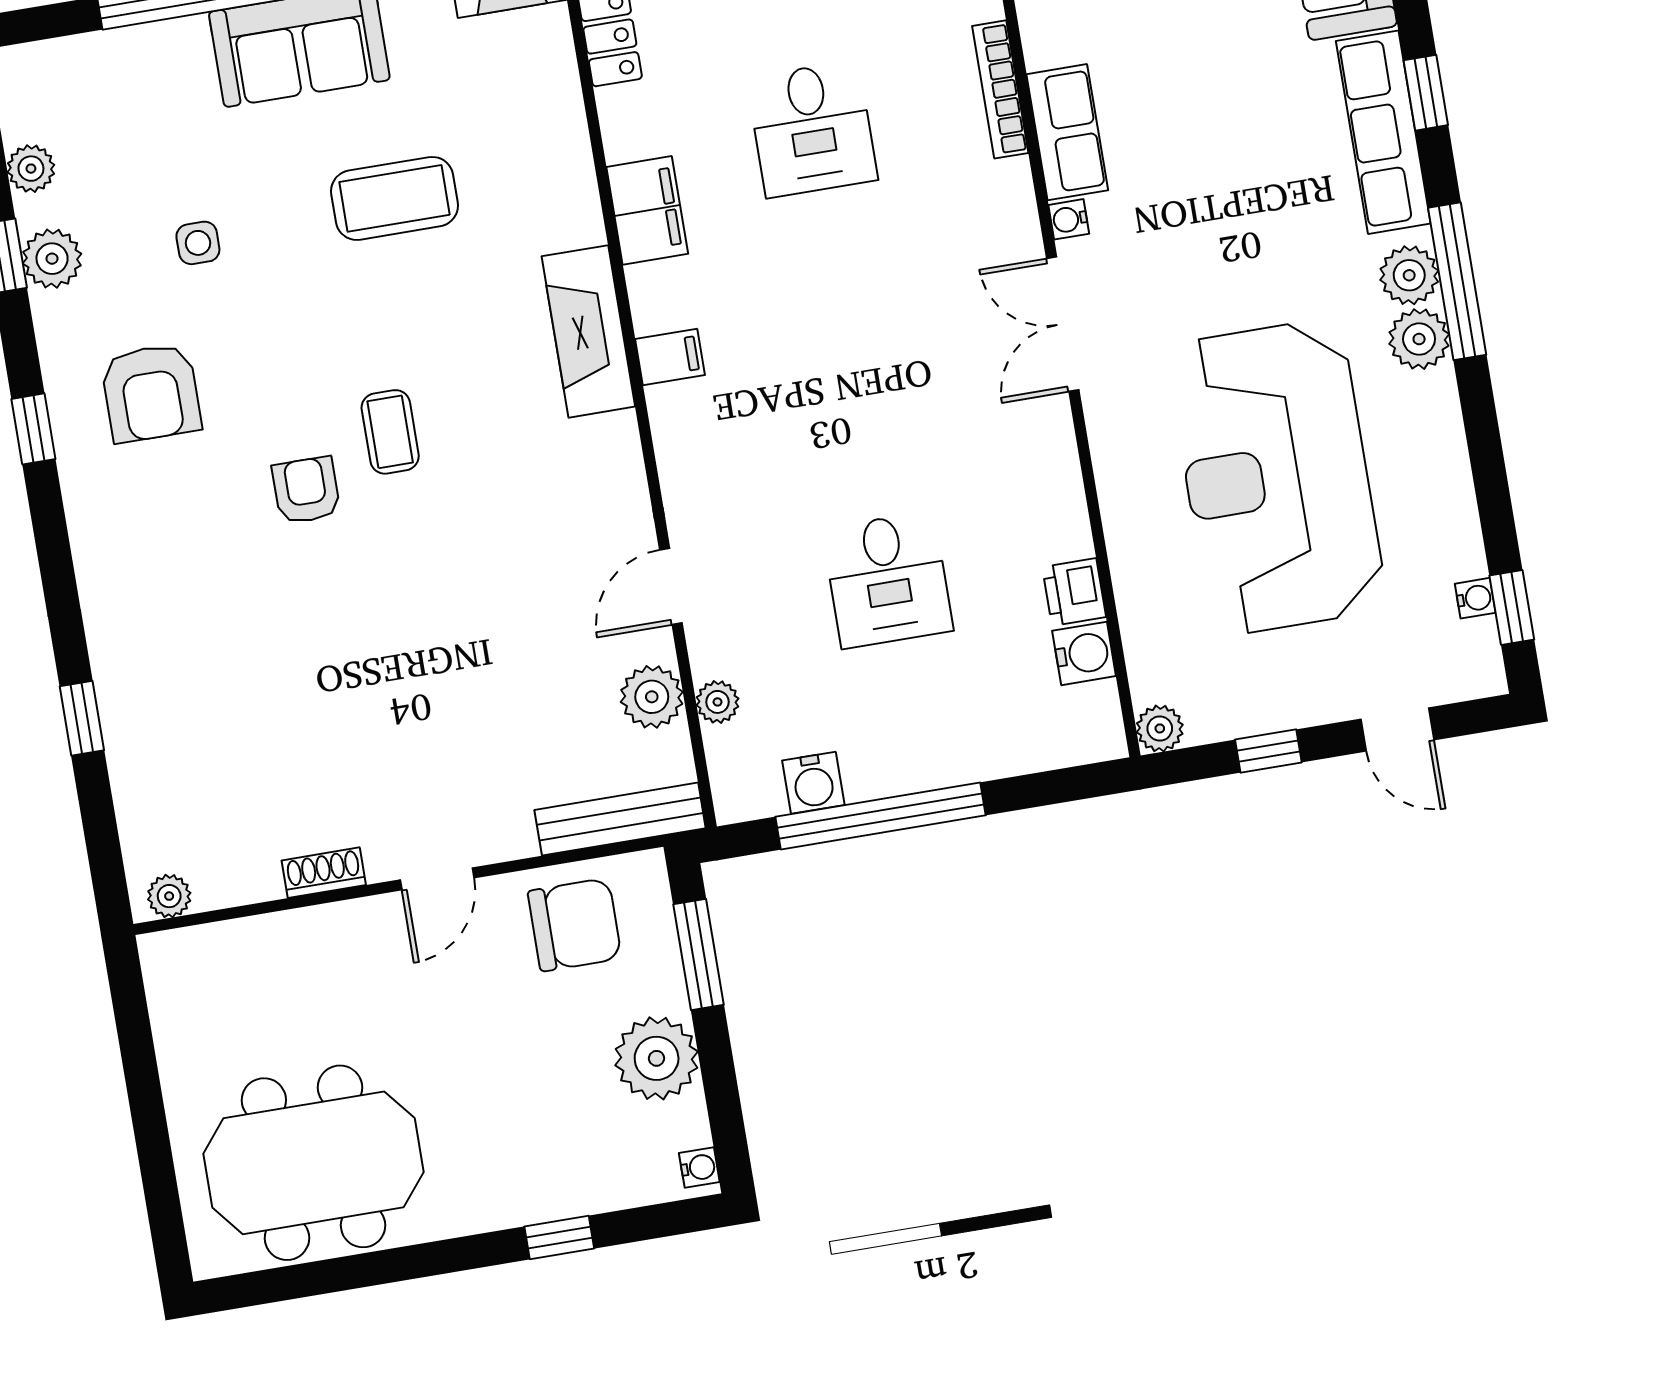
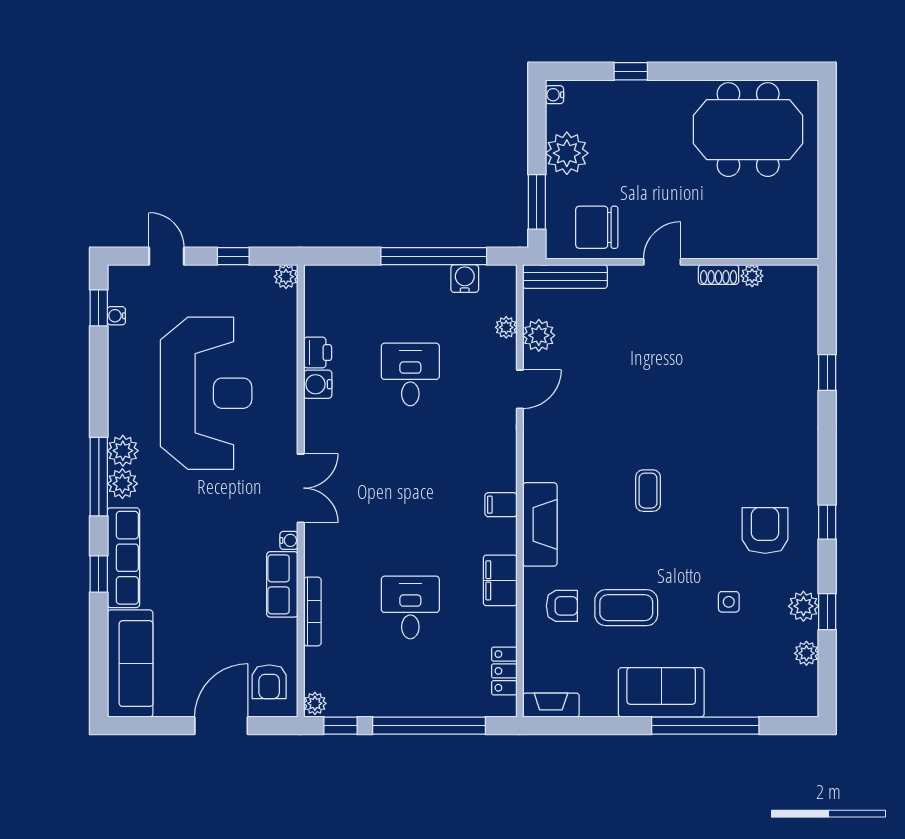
armchair: (306, 490) -> (562, 606), moved, turned -90
water cooler: (1084, 653) -> (318, 384), moved
plant: (169, 896) -> (752, 276), moved

